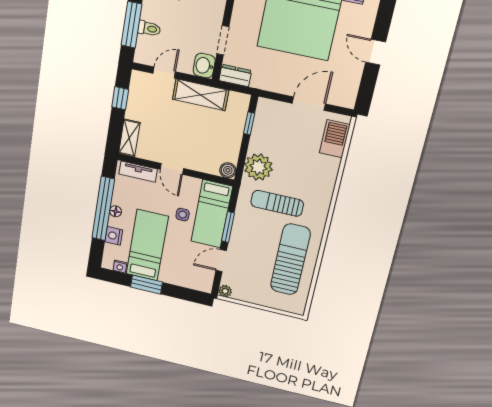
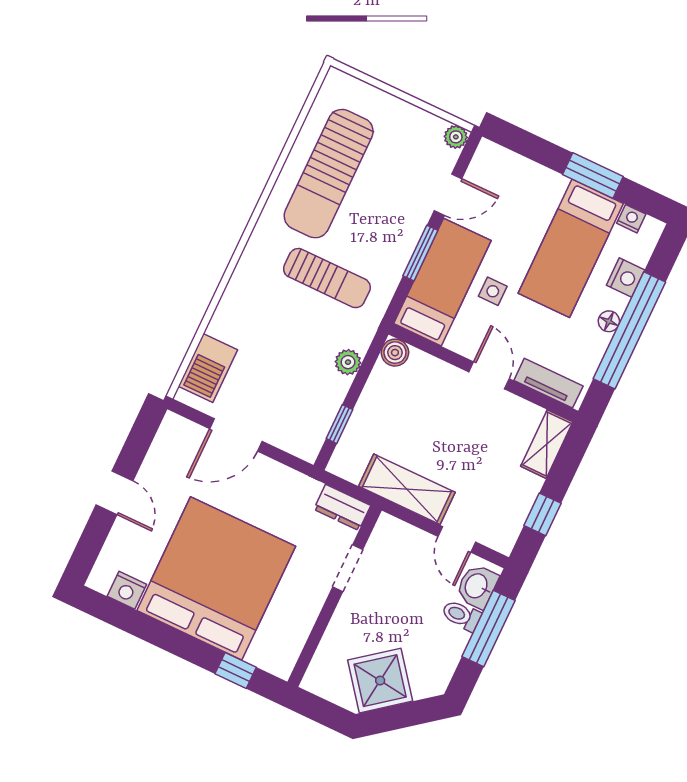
washbasin: (204, 66) -> (477, 586), moved, turned 180
door: (164, 73) -> (457, 539), hinge flipped
plant: (258, 167) -> (348, 362), width x0.53, depth x0.53

